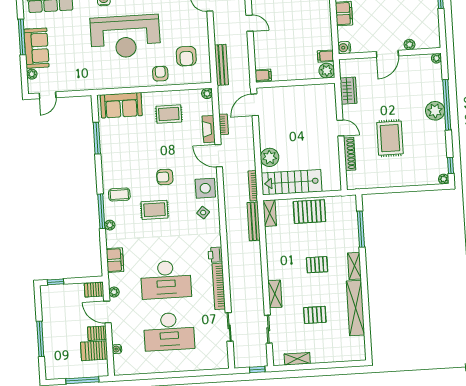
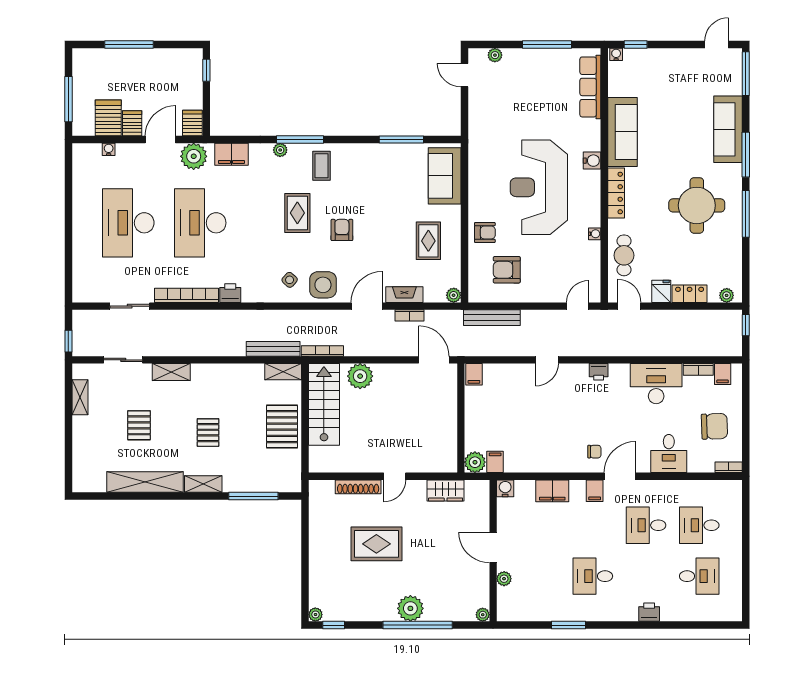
sofa: (36, 48) -> (531, 64), removed
plant: (114, 292) -> (194, 156), width x1.87, depth x1.87

